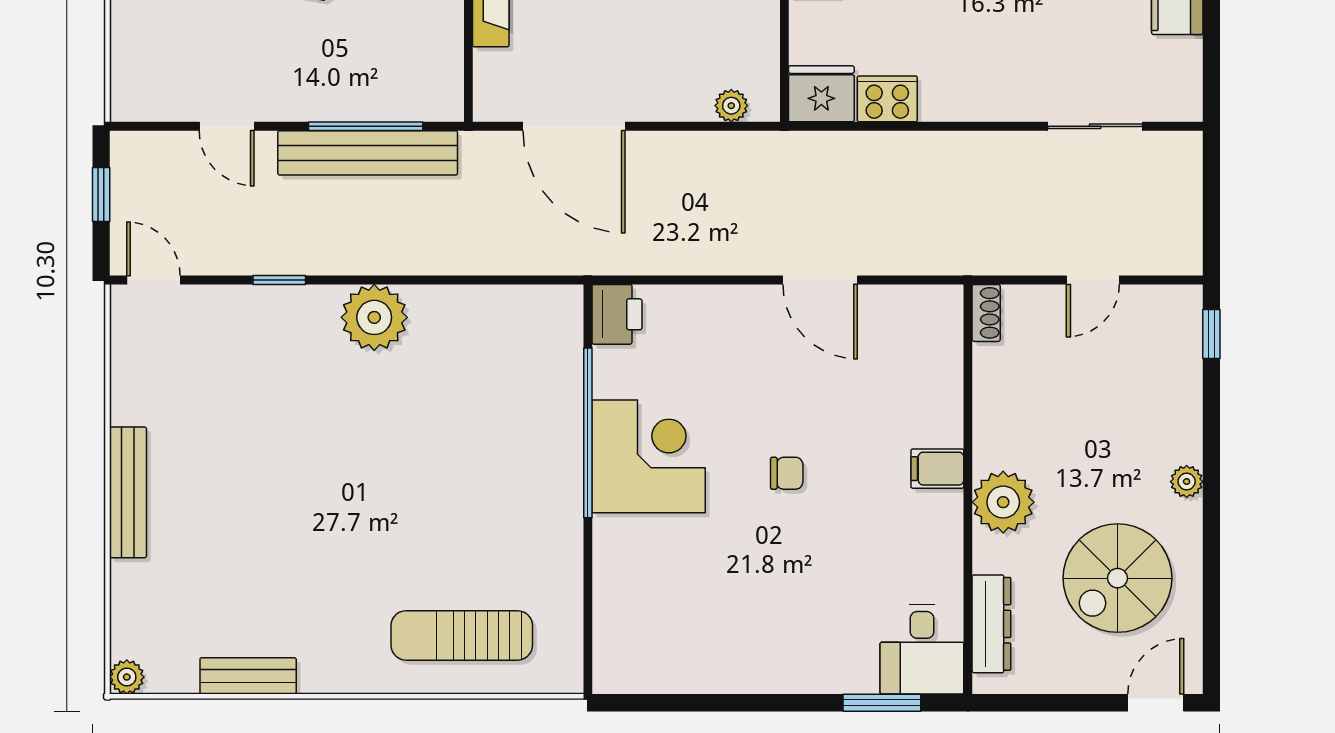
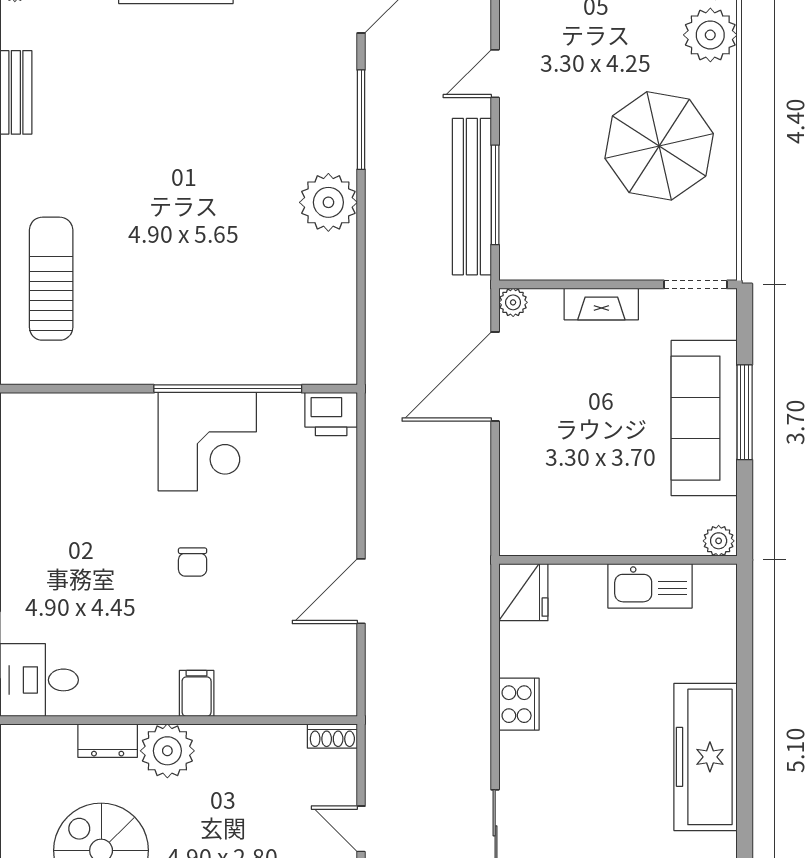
cooker: (887, 99) -> (519, 704), moved
plant: (731, 106) -> (513, 302), moved
window: (279, 280) -> (361, 120), width x2.17
dresser: (991, 624) -> (108, 741), moved, width x0.70

